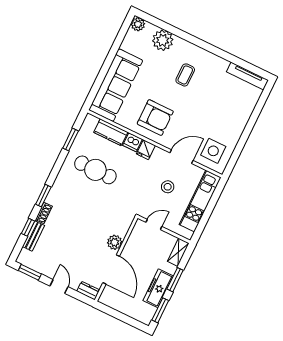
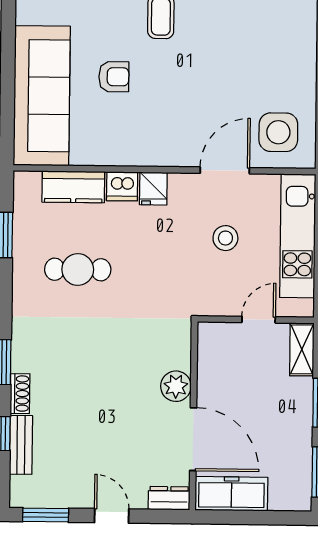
armchair: (155, 118) -> (114, 77), moved, width x0.53, depth x0.53
cafe table: (95, 170) -> (78, 269), width x0.73, depth x0.74
door: (154, 224) -> (259, 320), moved
freezer: (158, 288) -> (231, 494), moved, turned 90

